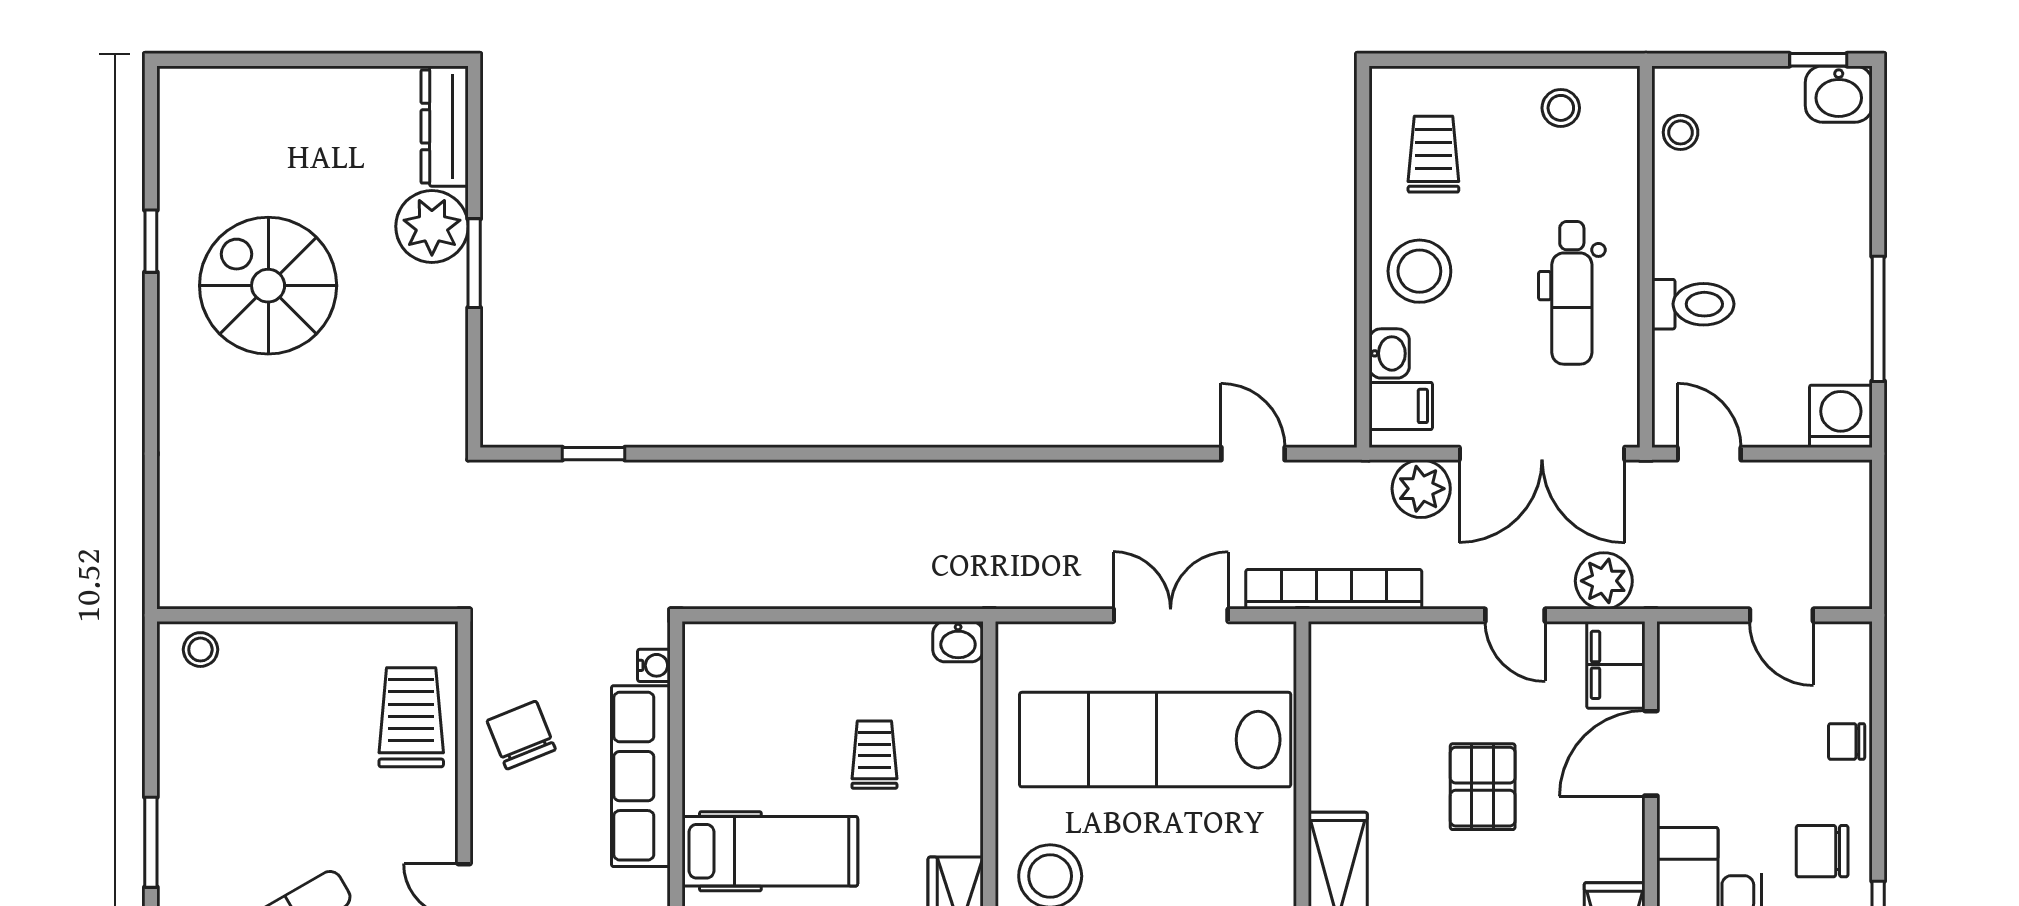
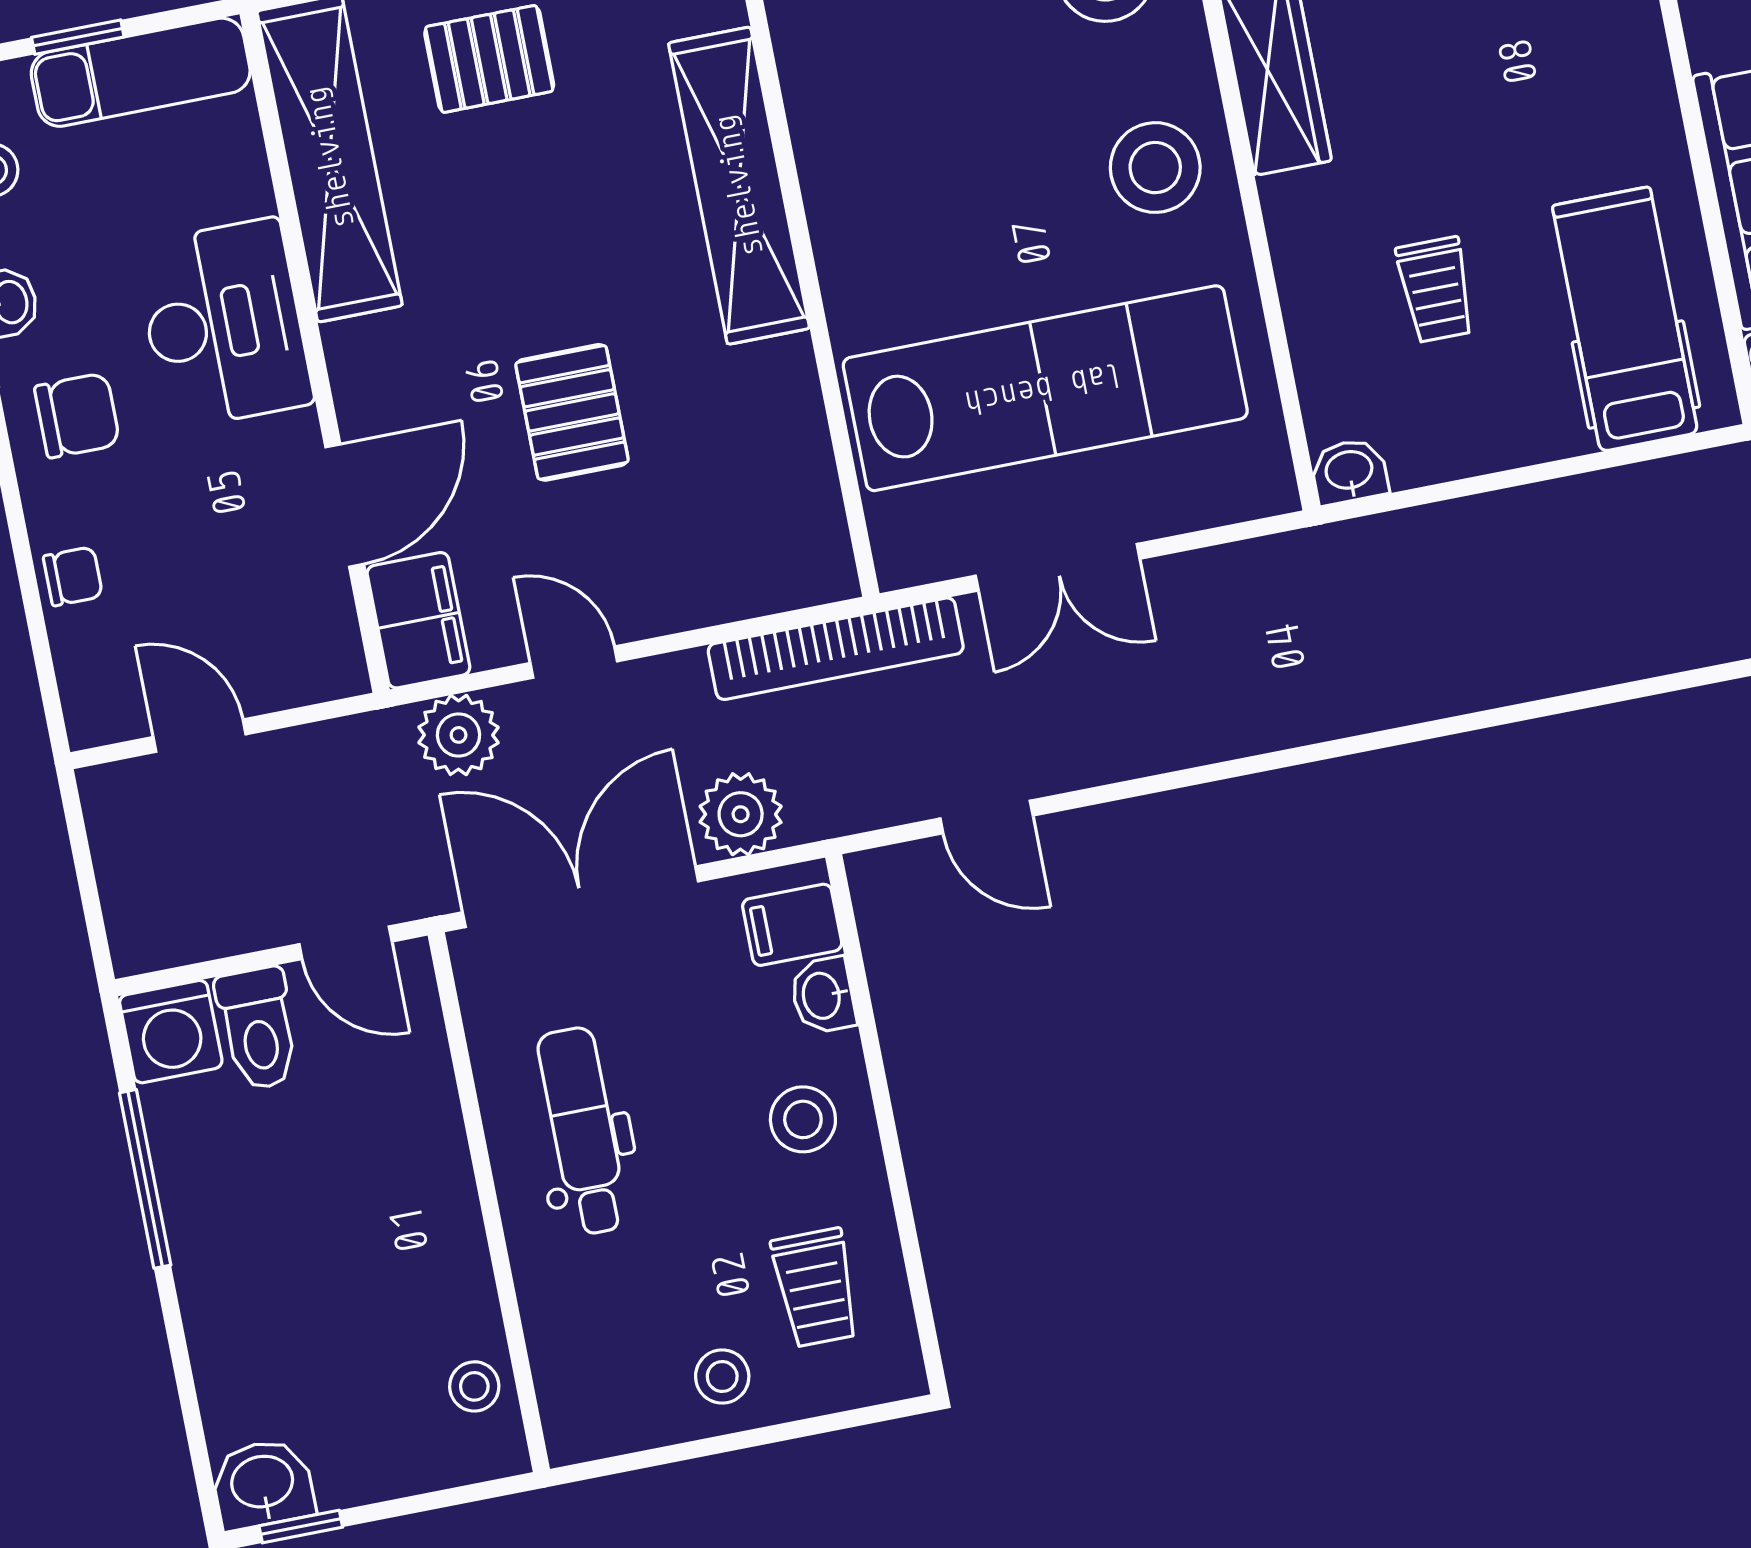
stool: (1561, 108) -> (722, 1377), moved
stool: (1419, 271) -> (803, 1119), width x0.73, depth x0.73
toilet: (1693, 304) -> (258, 1029), moved, turned -90
hospital bed: (770, 851) -> (1625, 319), moved, turned 90

